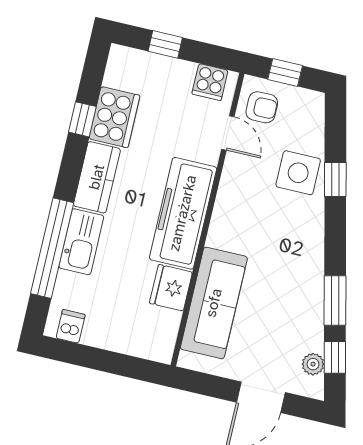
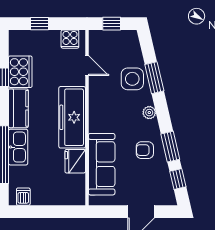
armchair: (262, 107) -> (145, 150), moved, turned 180
window: (335, 179) -> (154, 78), width x1.50
plant: (313, 364) -> (149, 113), moved

